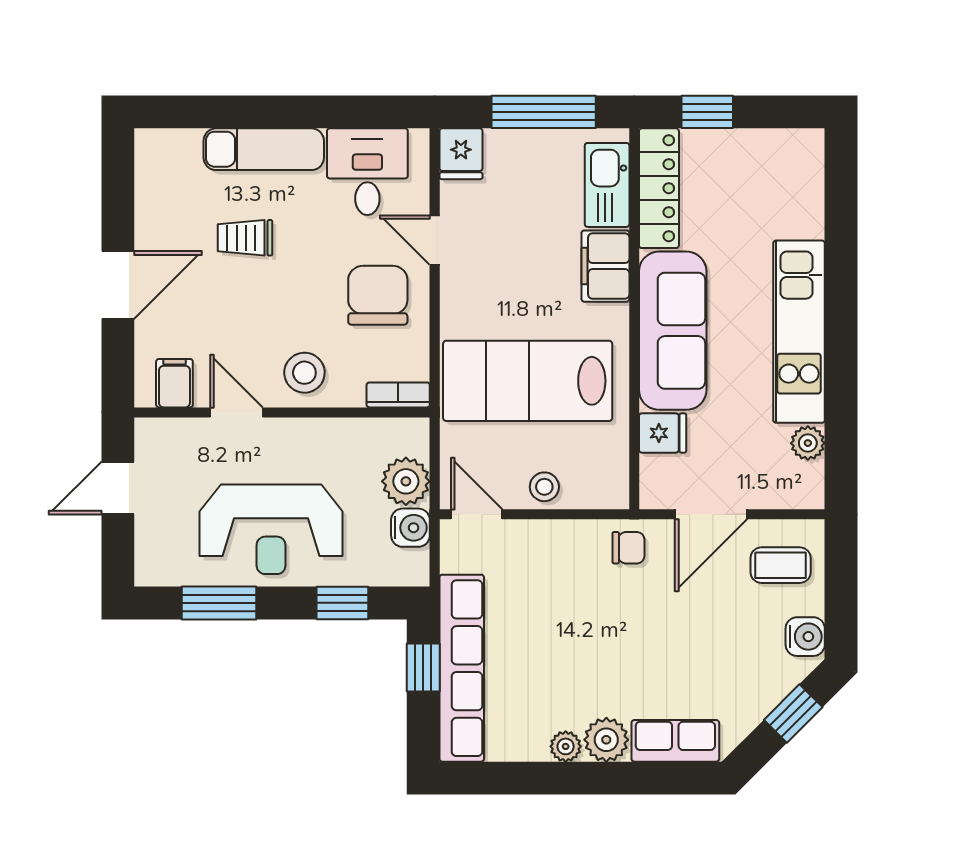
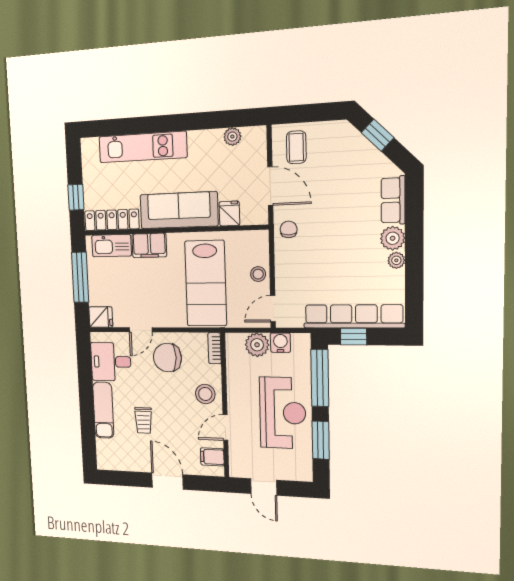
kitchen unit: (799, 332) -> (143, 147), moved
window: (342, 603) -> (320, 378), width x2.17
water cooler: (805, 637) -> (335, 131), removed

